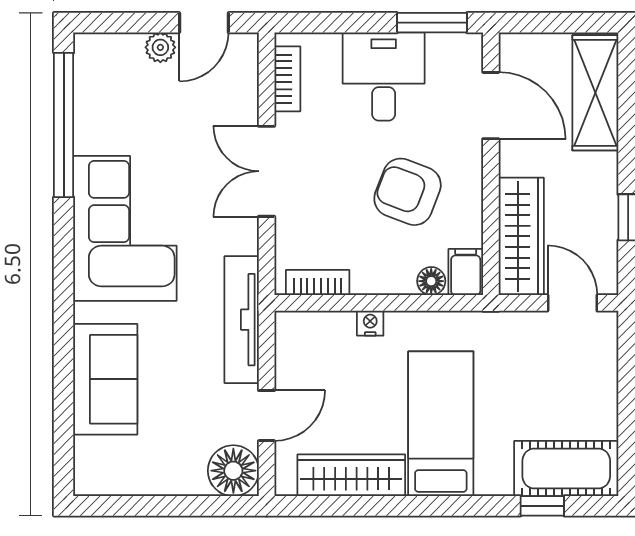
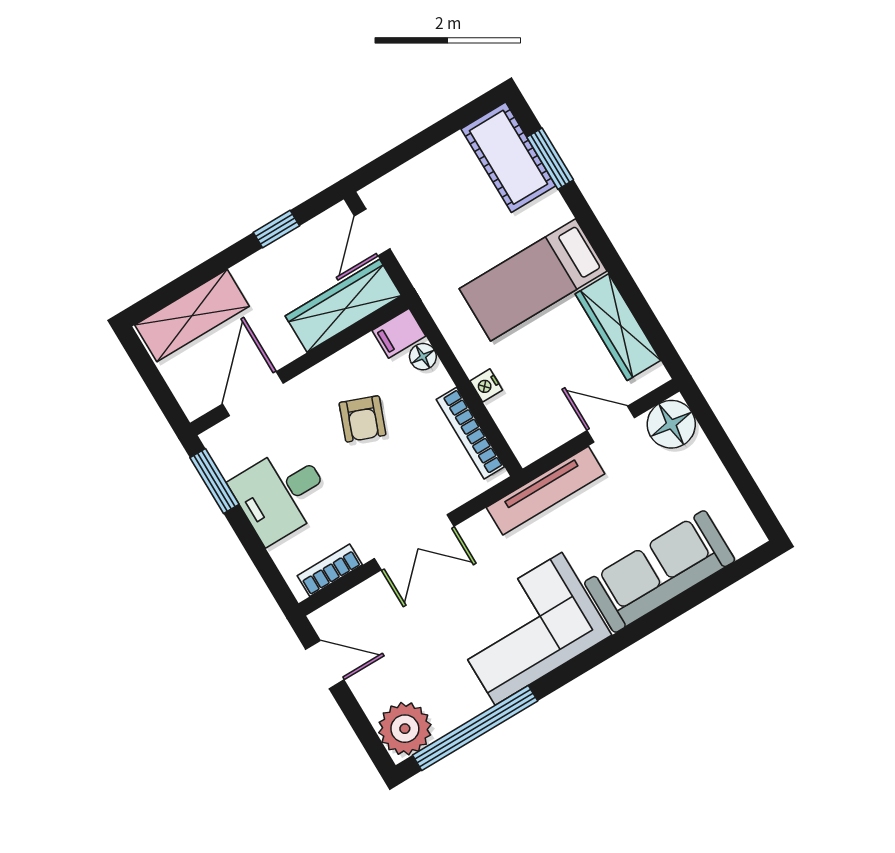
plant: (160, 47) -> (405, 729), moved, width x1.87, depth x1.87
armchair: (408, 192) -> (362, 419), width x0.72, depth x0.72
bookcase: (318, 282) -> (470, 433), width x1.56
sofa: (105, 379) -> (660, 572), width x1.36
window: (542, 506) -> (550, 159), width x1.50

